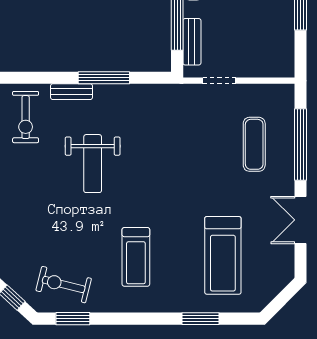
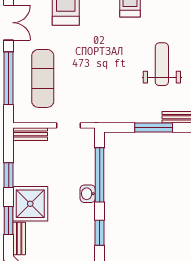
bench: (192, 42) -> (30, 134), moved, turned 90
exercise mat: (254, 144) -> (43, 78), width x1.36, depth x1.45

